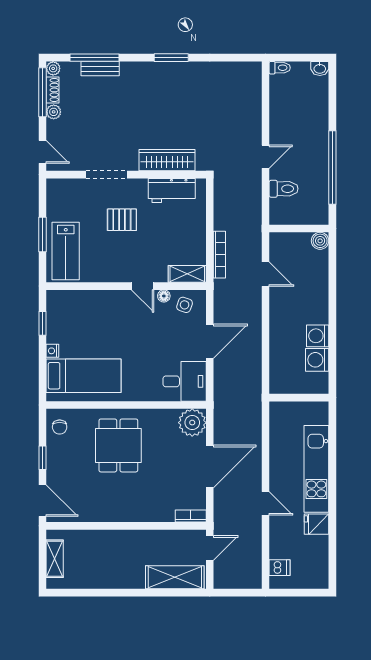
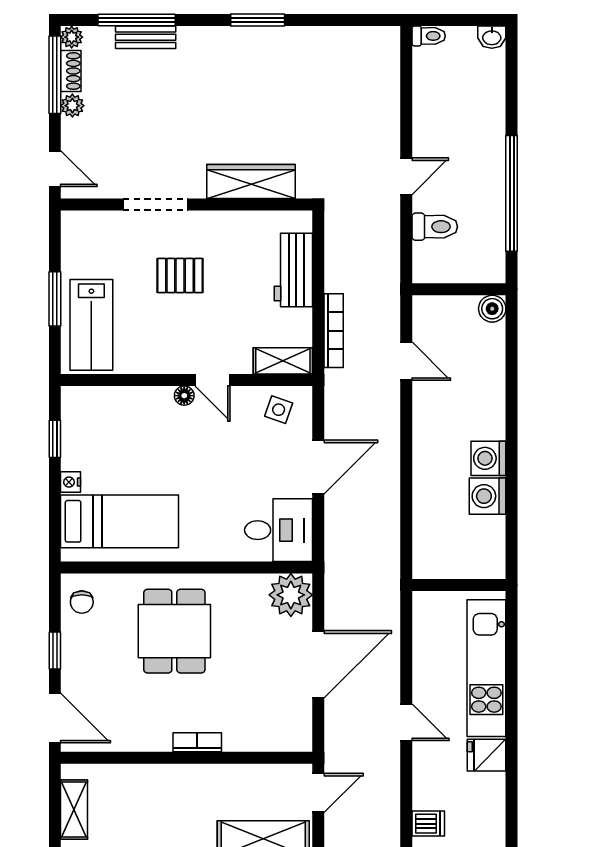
workbench: (172, 190) -> (293, 270), moved, turned 90
floor lamp: (164, 296) -> (184, 396), moved
wall: (299, 398) -> (459, 585), moved
bookcase: (191, 516) -> (197, 742), moved

